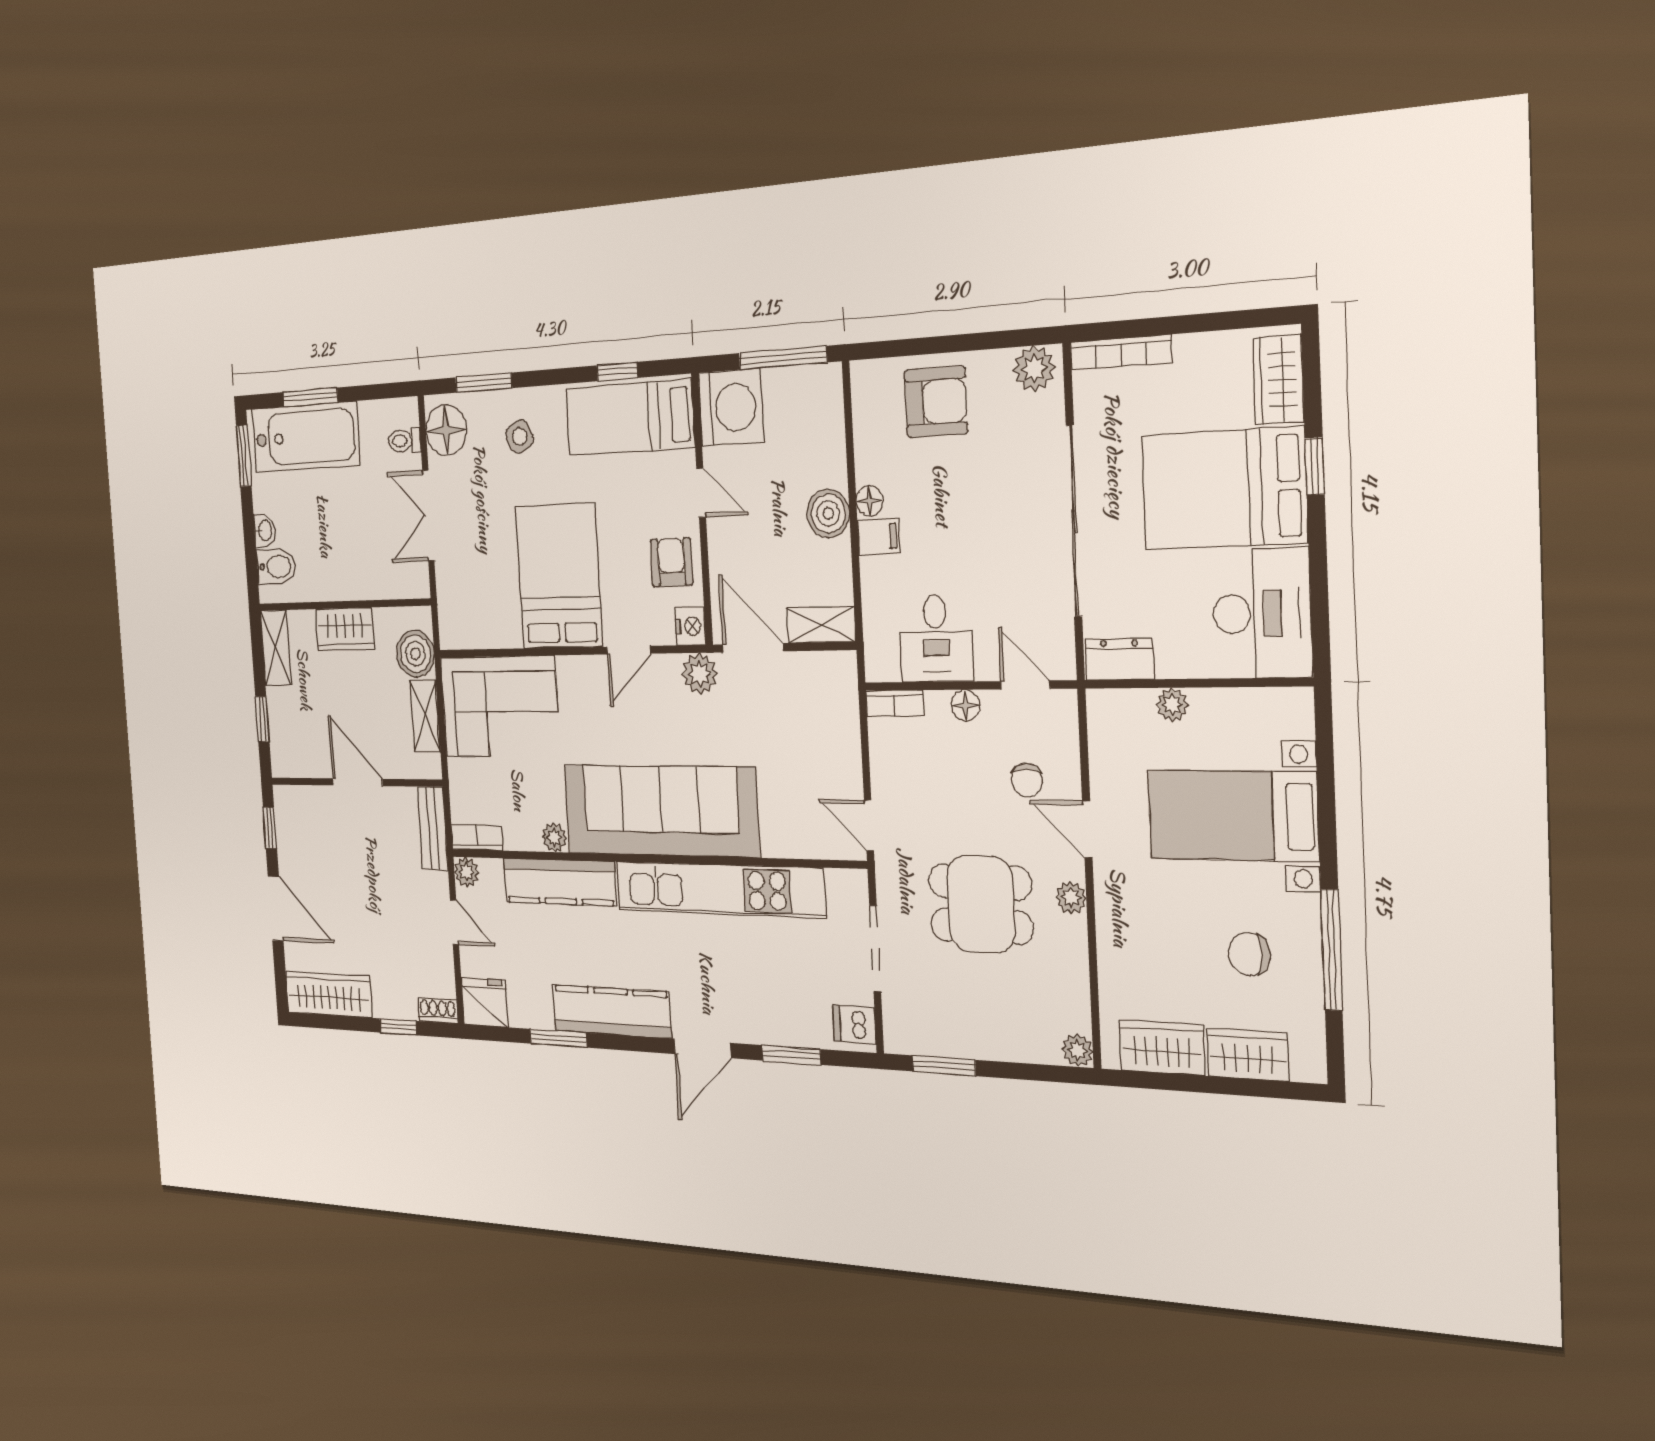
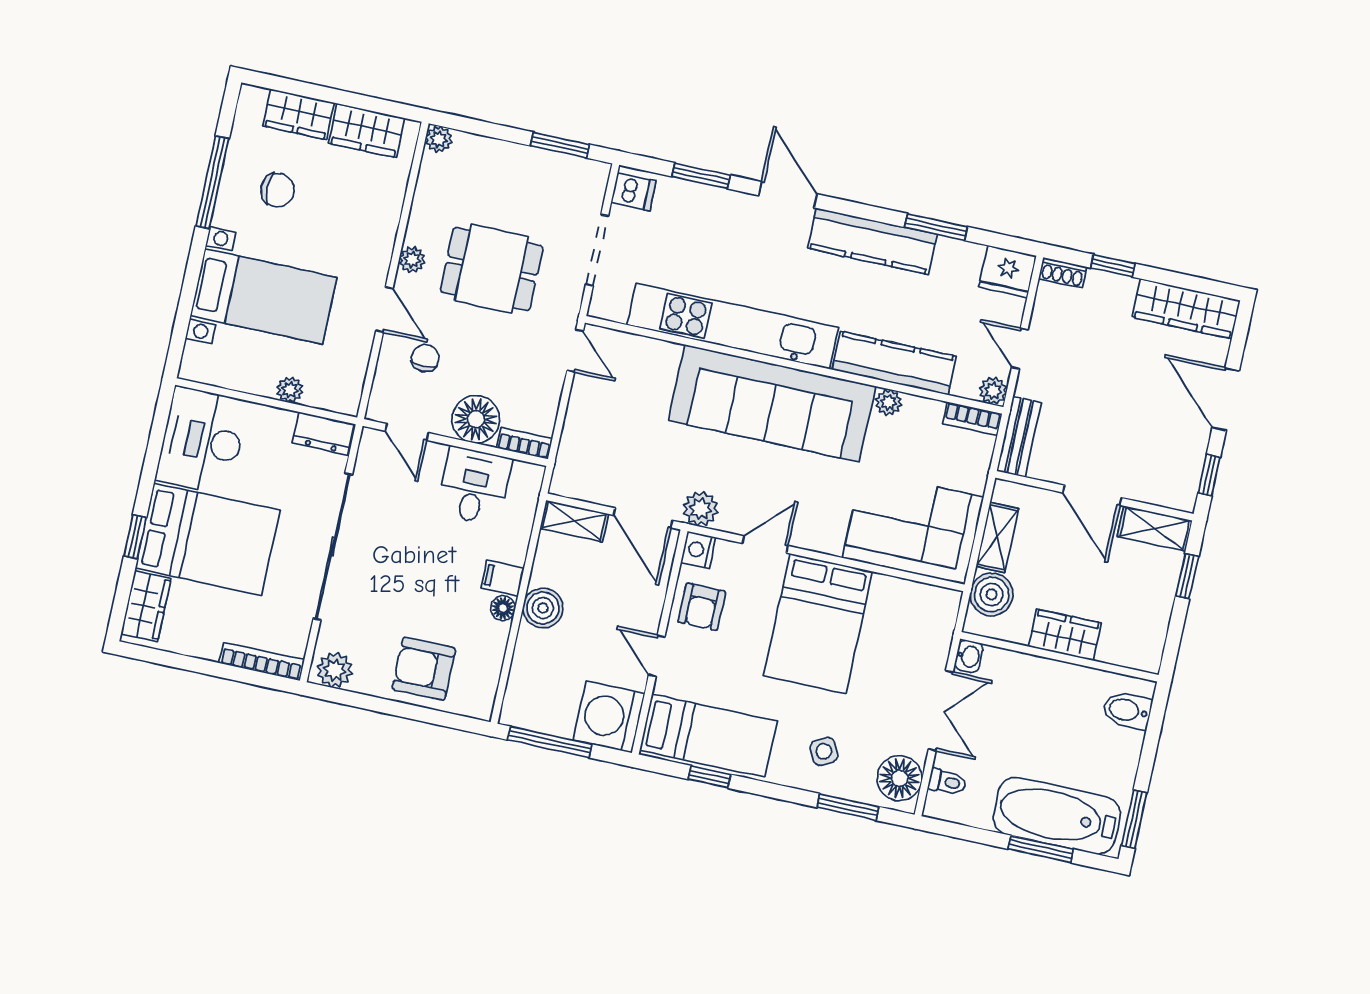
washbasin: (265, 531) -> (969, 656), moved, turned 180
shelving: (276, 648) -> (1155, 528), moved, turned 90
floor lamp: (965, 705) -> (476, 419), width x1.89, depth x1.89
door: (702, 1048) -> (788, 195), hinge flipped

